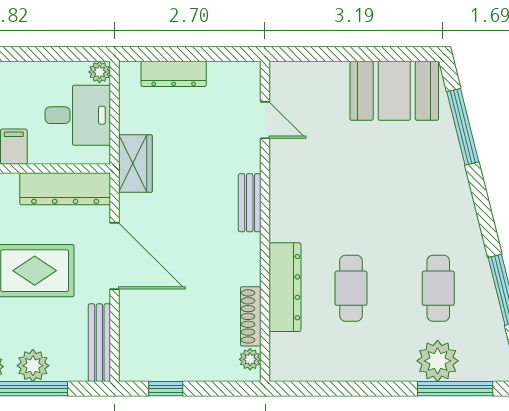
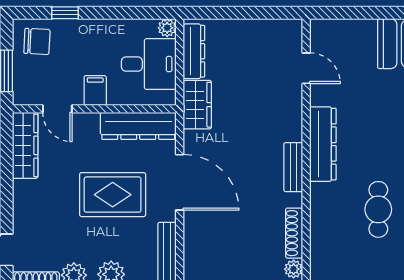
dresser: (174, 74) -> (194, 51), moved, turned -90
bench: (250, 203) -> (293, 167), moved
dresser: (285, 287) -> (323, 144), moved

